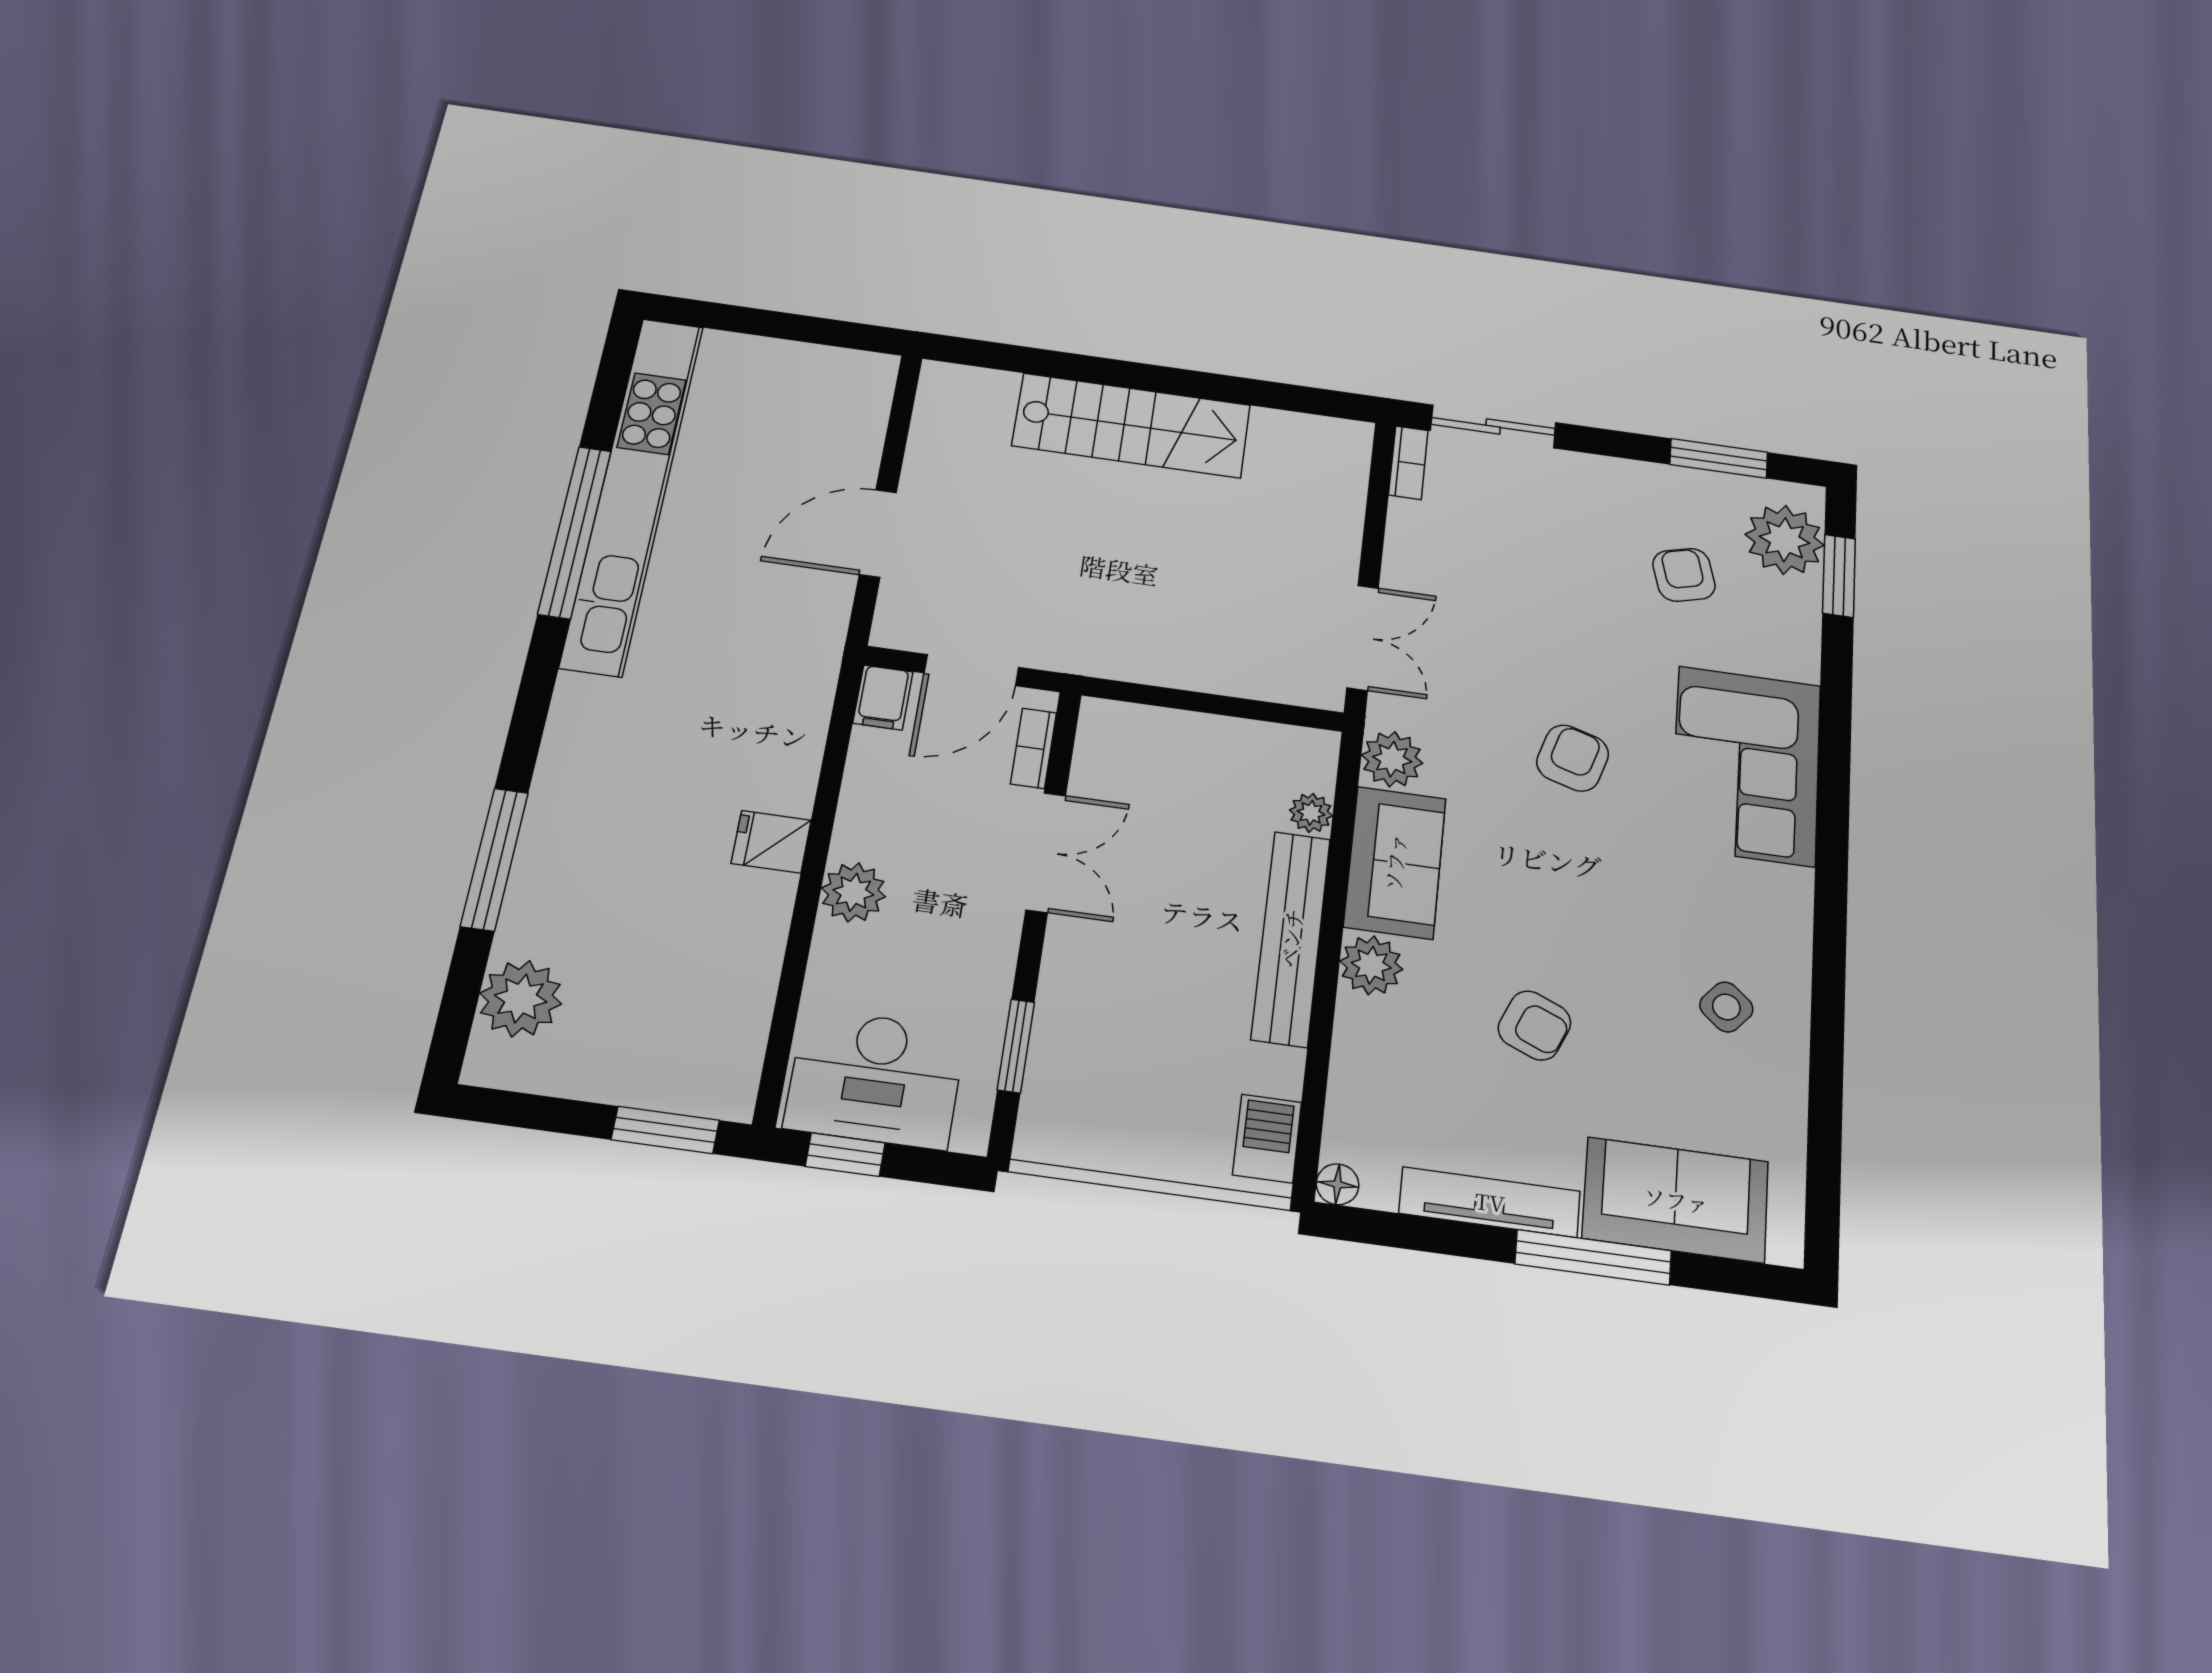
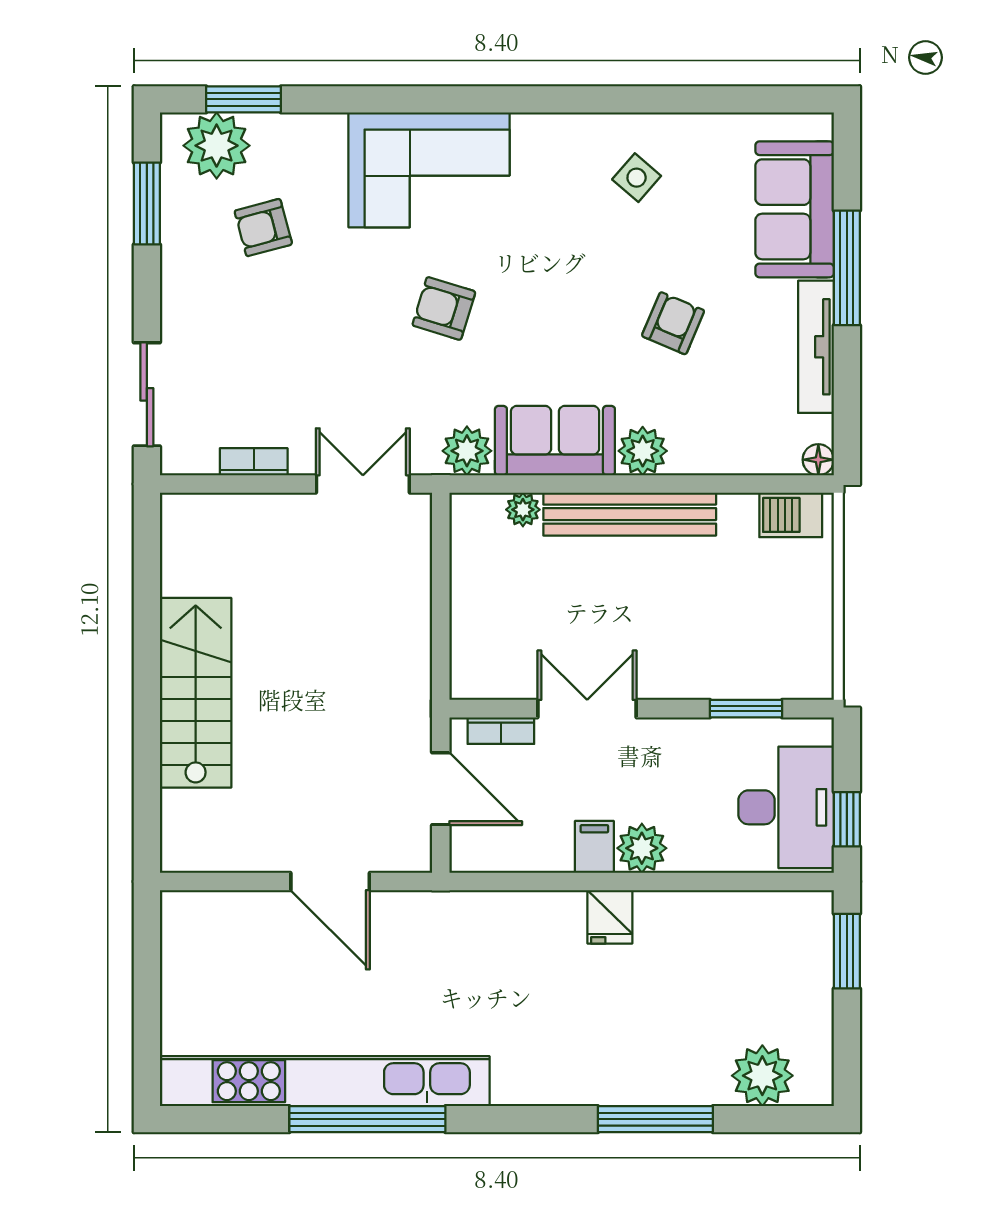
bookcase: (1408, 463) -> (254, 462), moved
filing cabinet: (883, 697) -> (594, 847), moved, turned -90

